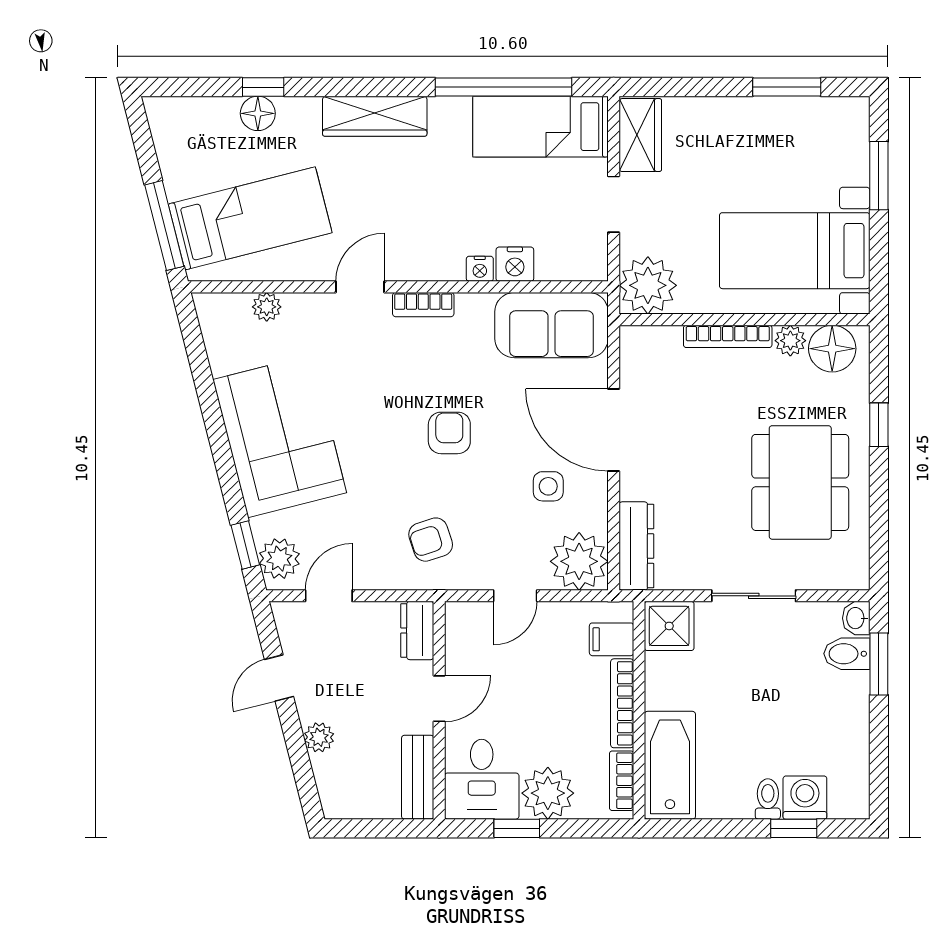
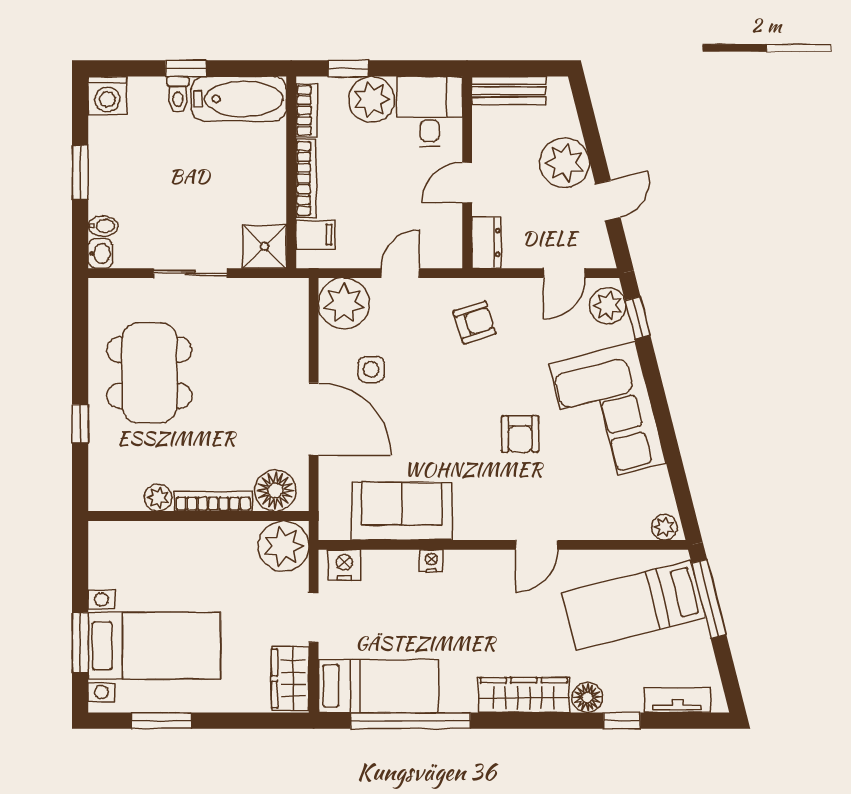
tv unit: (200, 110) -> (677, 700), added
floor lamp: (258, 113) -> (587, 697), moved
bed with nightstands: (795, 251) -> (154, 646), moved
nightstand: (515, 264) -> (344, 565), moved
bookcase: (423, 305) -> (481, 529), removed
plant: (267, 307) -> (664, 527), moved
sofa: (551, 325) -> (402, 511), moved
floor lamp: (832, 349) -> (275, 491), moved
armchair: (449, 433) -> (520, 434), moved
dresser: (636, 546) -> (294, 317), removed
bidet: (847, 654) -> (103, 226), width x0.72, depth x0.74
window: (879, 664) -> (80, 172), moved
plant: (319, 737) -> (564, 163), width x1.87, depth x1.87
bathtub: (670, 765) -> (239, 99), moved, turned -90
bench: (418, 777) -> (509, 91), moved, turned 90
washing machine: (805, 798) -> (107, 96), moved
window: (517, 828) -> (348, 68), moved
window: (794, 828) -> (186, 68), moved

